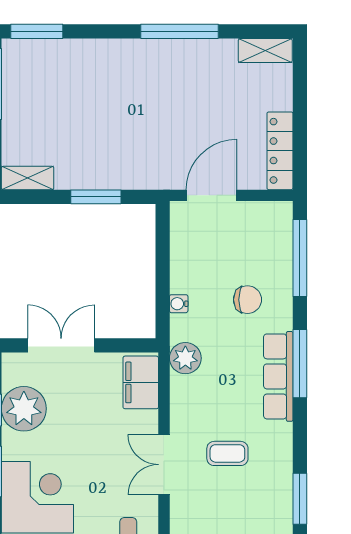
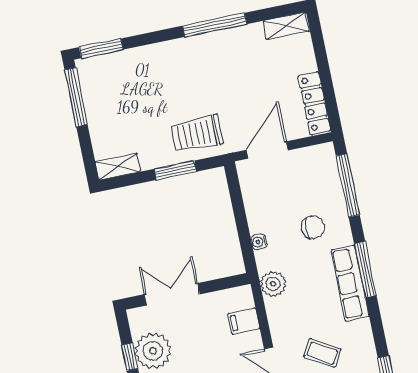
trolley: (131, 158) -> (197, 134), added
filing cabinet: (141, 382) -> (244, 321), width x0.50
coffee table: (227, 453) -> (322, 353), turned 31

